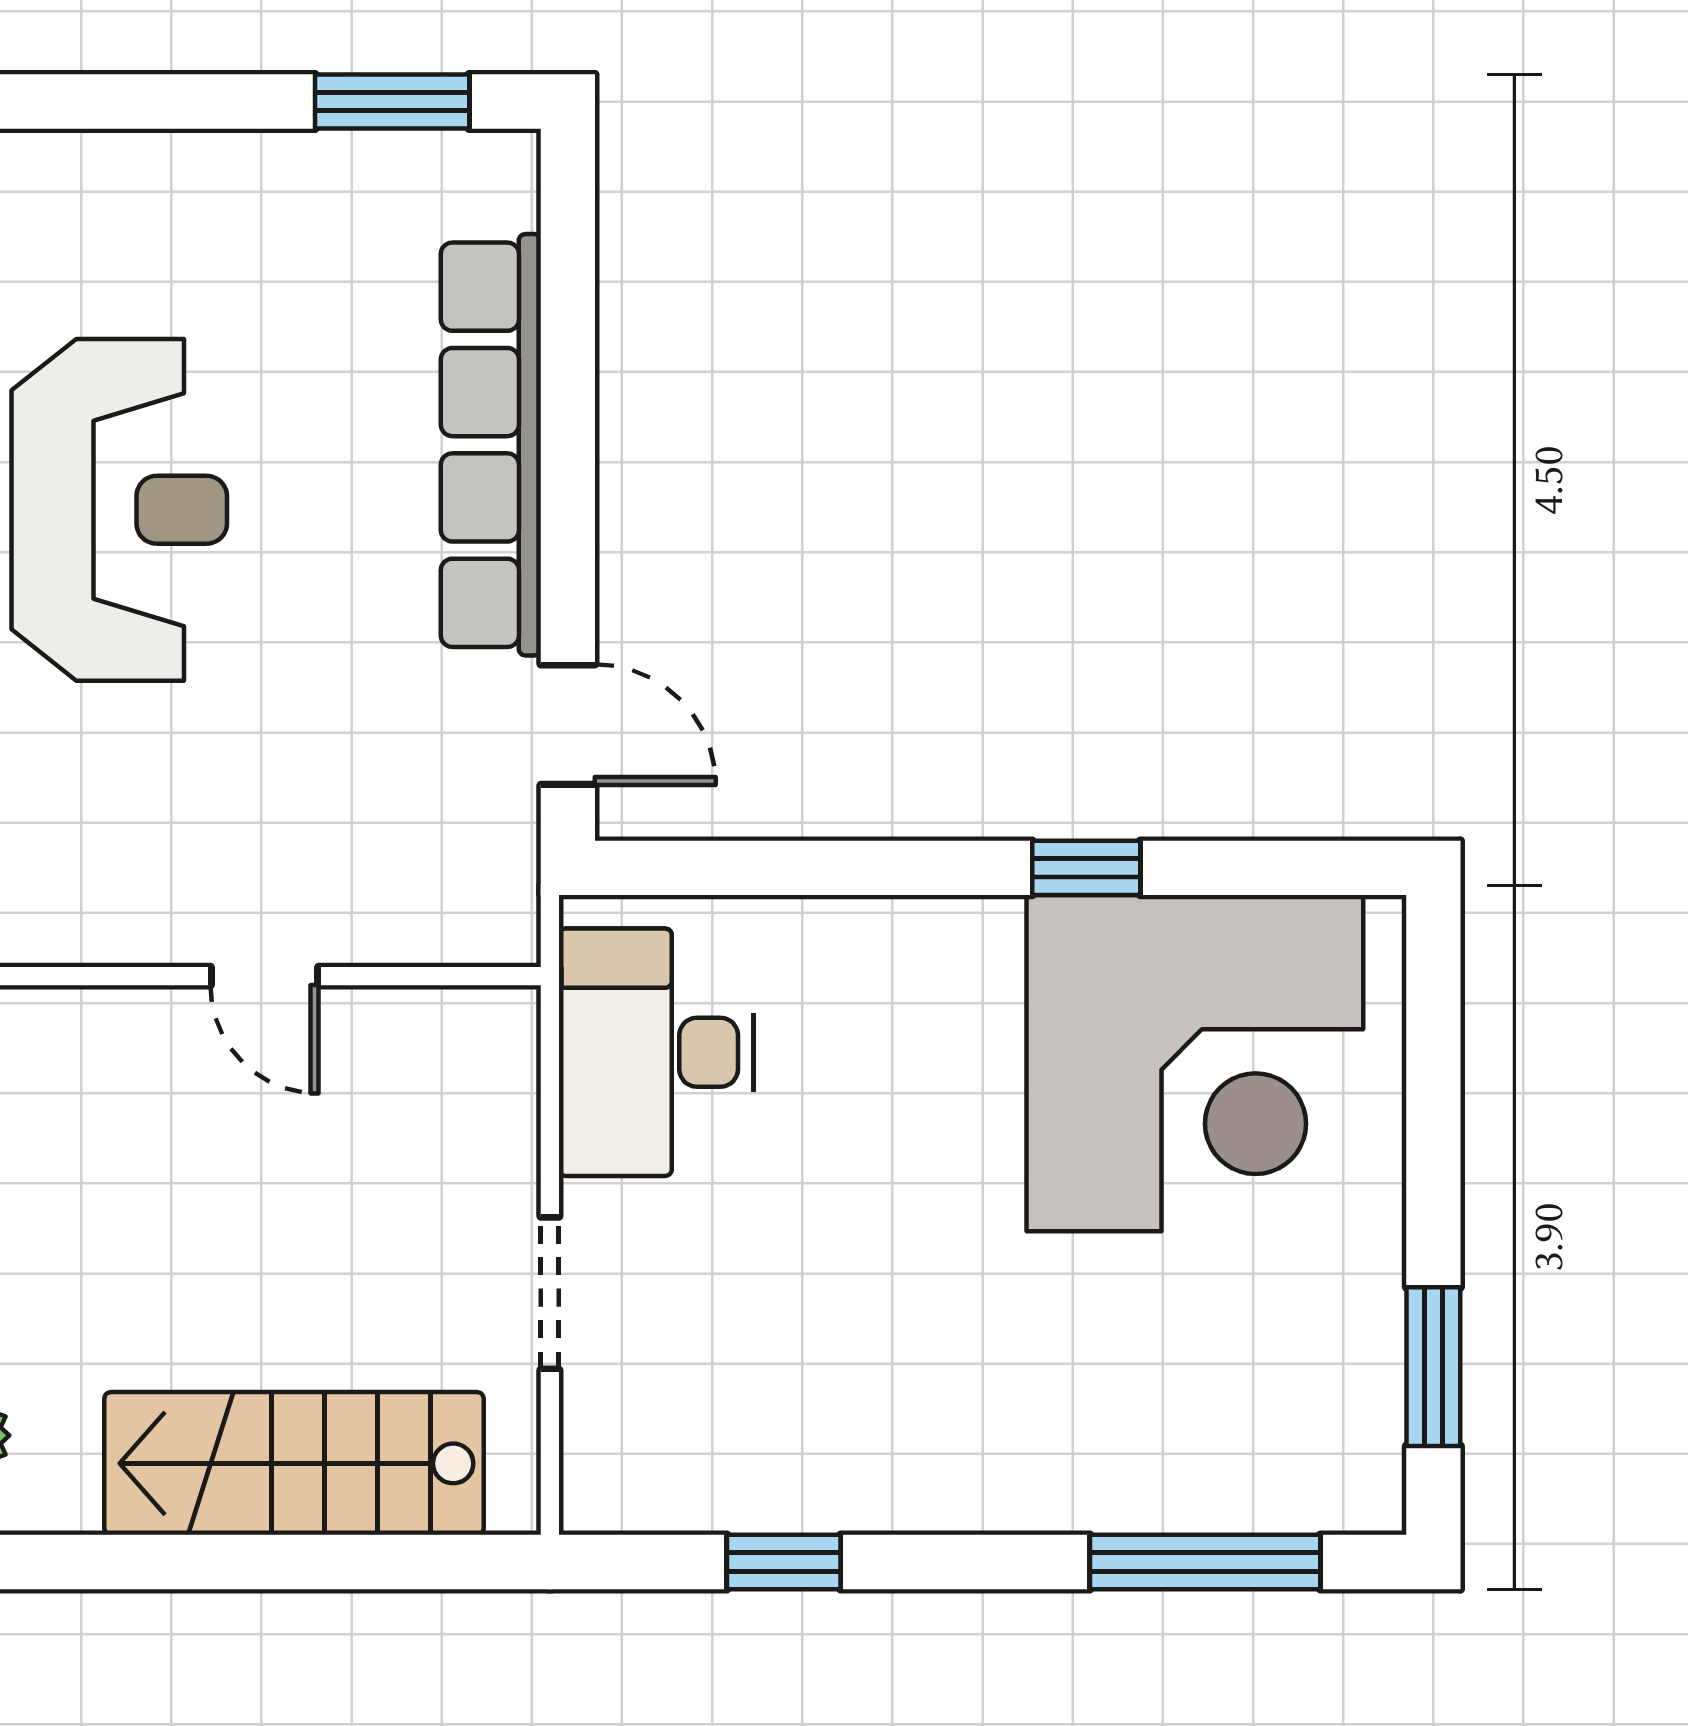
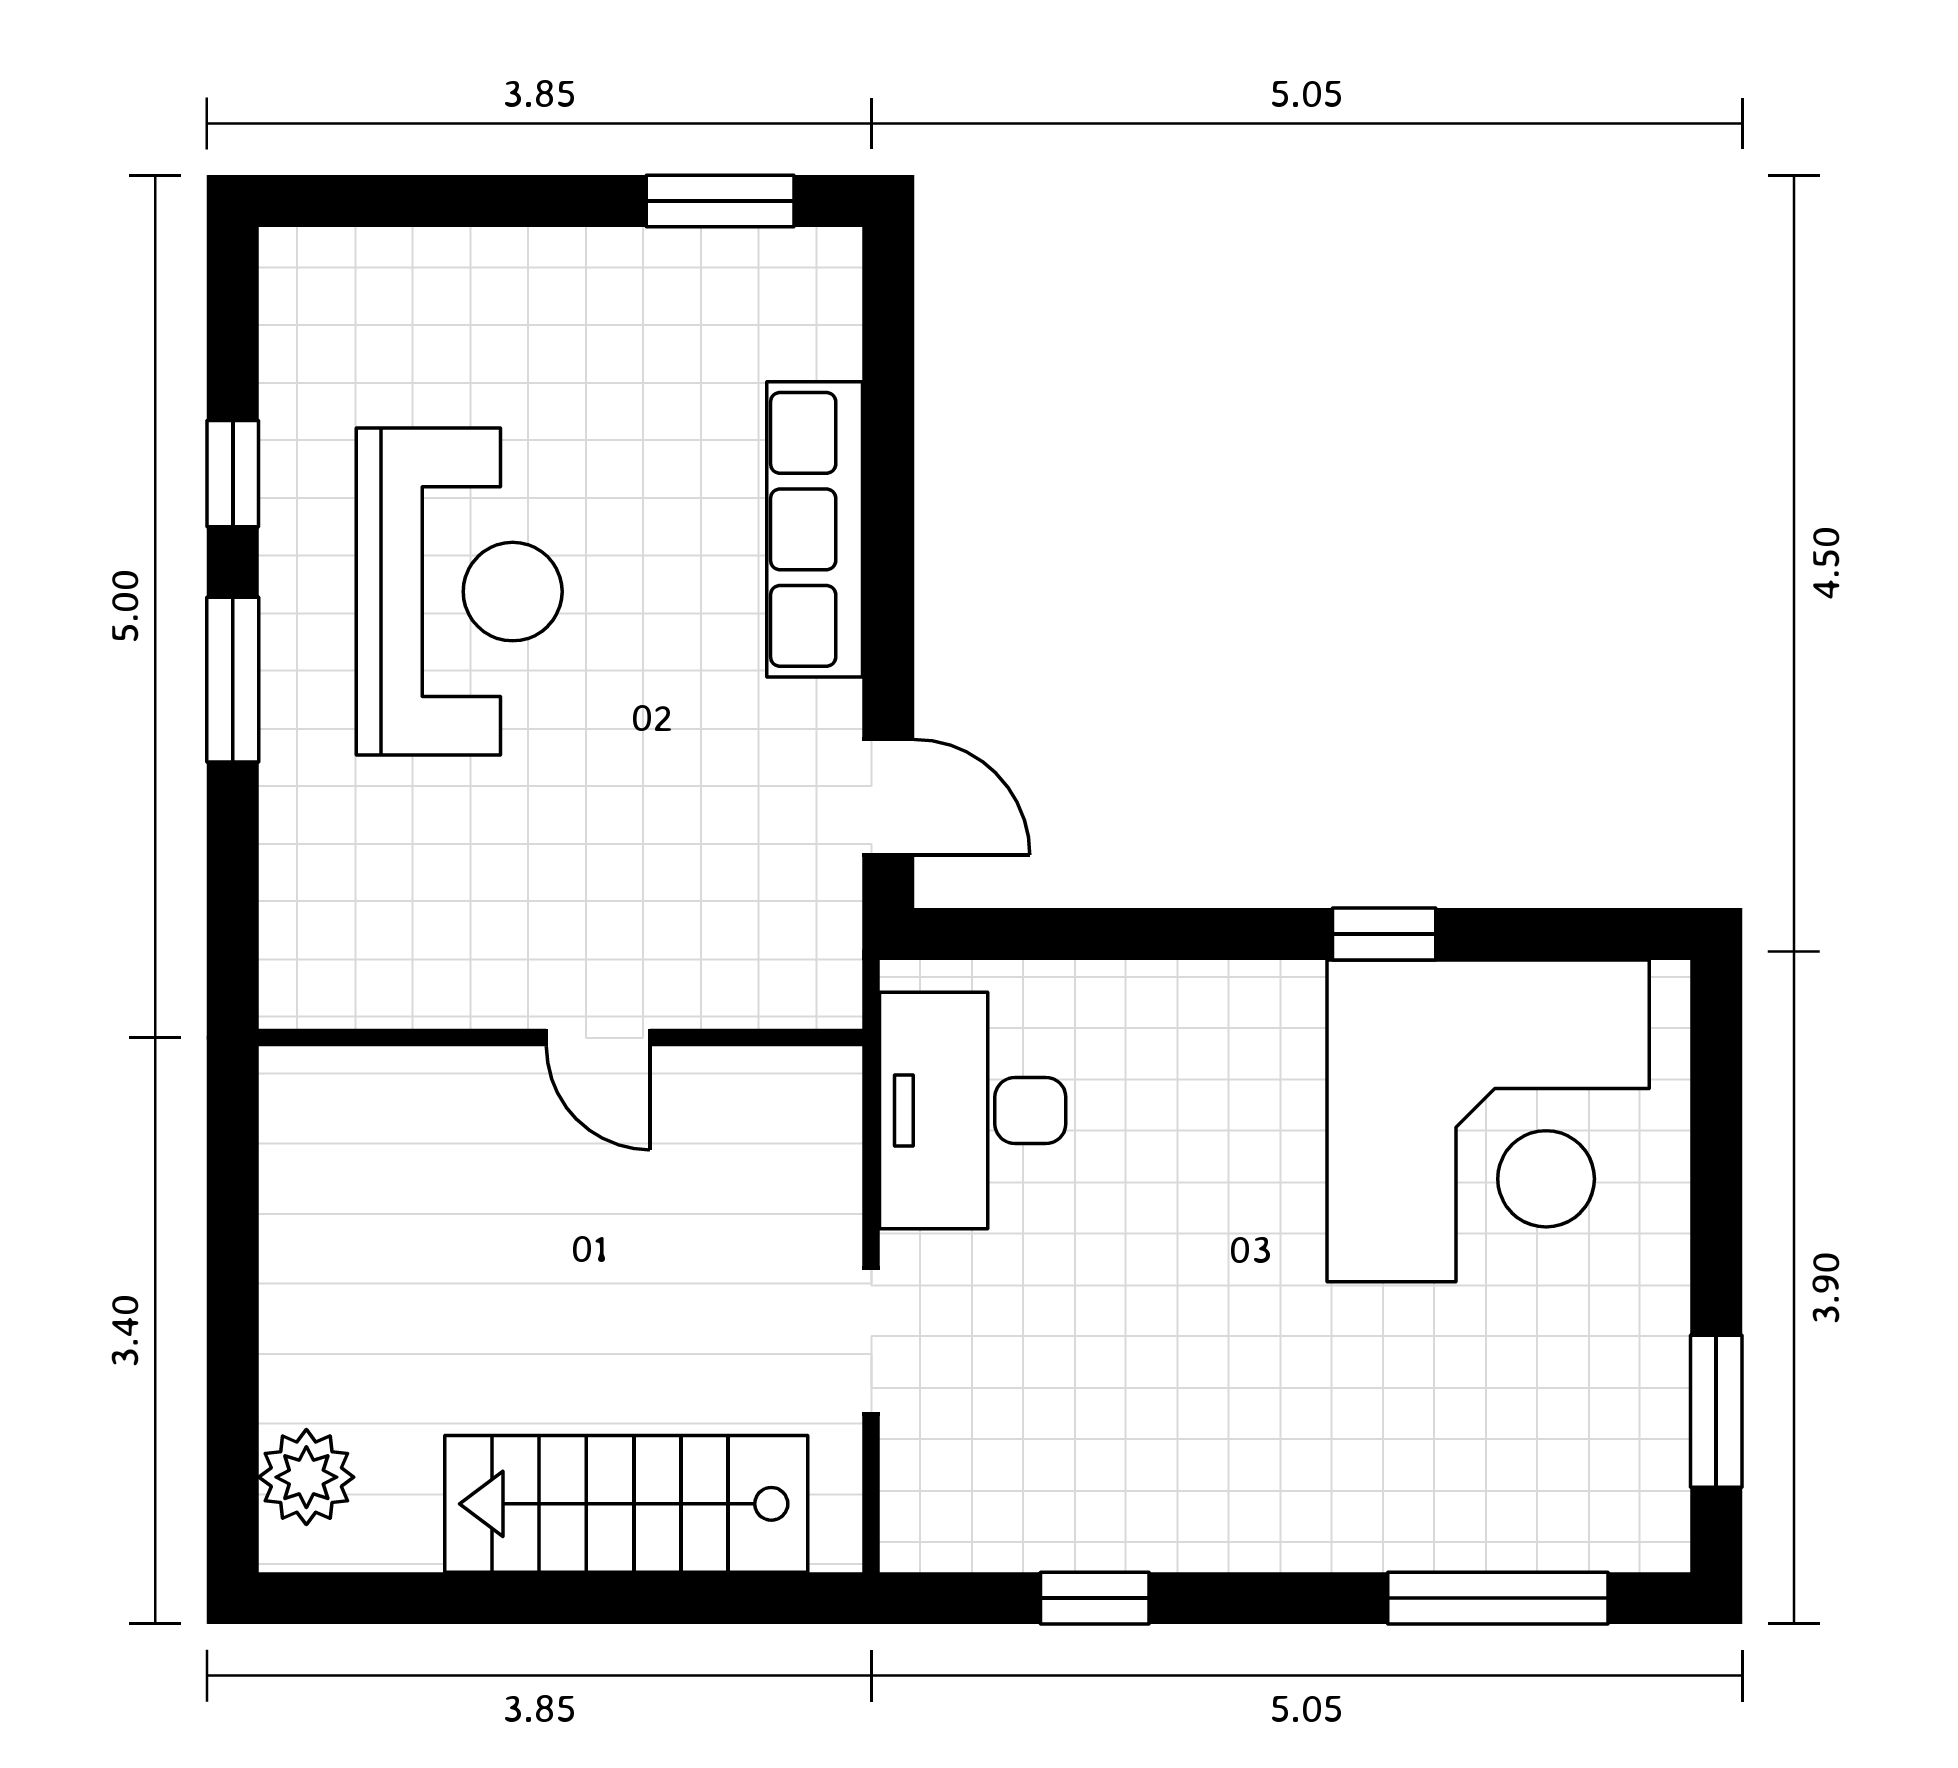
row of seats: (491, 445) -> (815, 529), width x0.73

